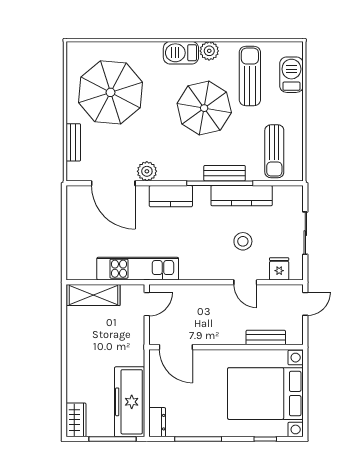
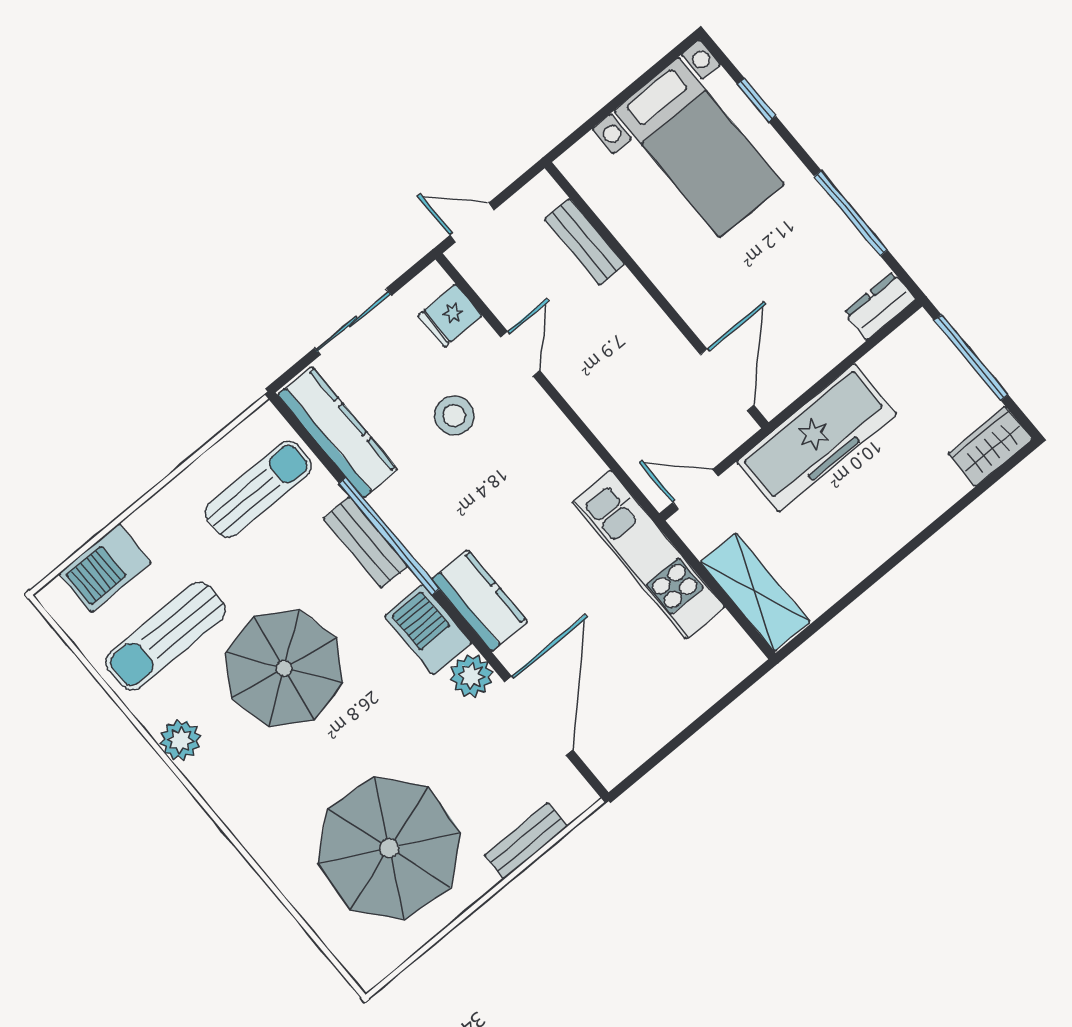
barbecue: (181, 53) -> (428, 630), moved, turned 180
kitchen counter: (242, 196) -> (338, 432), moved
bed with nightstands: (265, 394) -> (699, 147), width x0.73
freezer: (130, 402) -> (816, 438), moved

